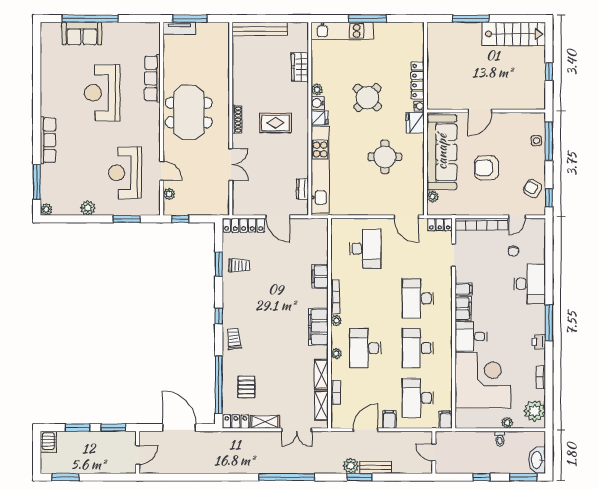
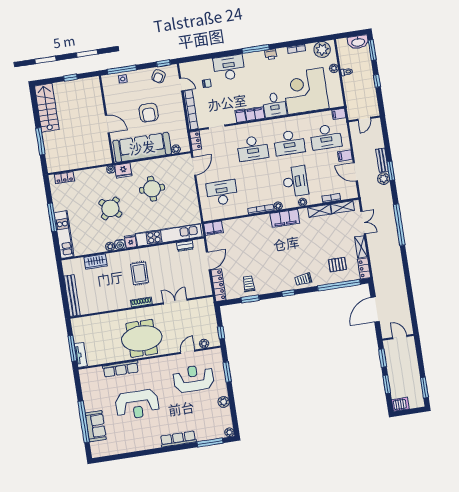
locker: (418, 80) -> (64, 178), moved, width x0.66
reception desk: (125, 173) -> (193, 378), turned 180
filing cabinet: (320, 276) -> (213, 228), moved
desk: (365, 348) -> (295, 181), turned -90

